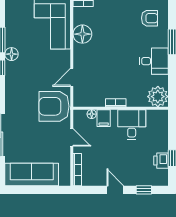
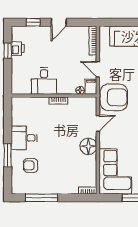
armchair: (149, 18) -> (31, 165), moved
floor lamp: (82, 34) -> (88, 146), moved
plant: (158, 97) -> (21, 106), removed
filing cabinet: (104, 118) -> (91, 87), moved
door: (115, 190) -> (59, 22), hinge flipped

